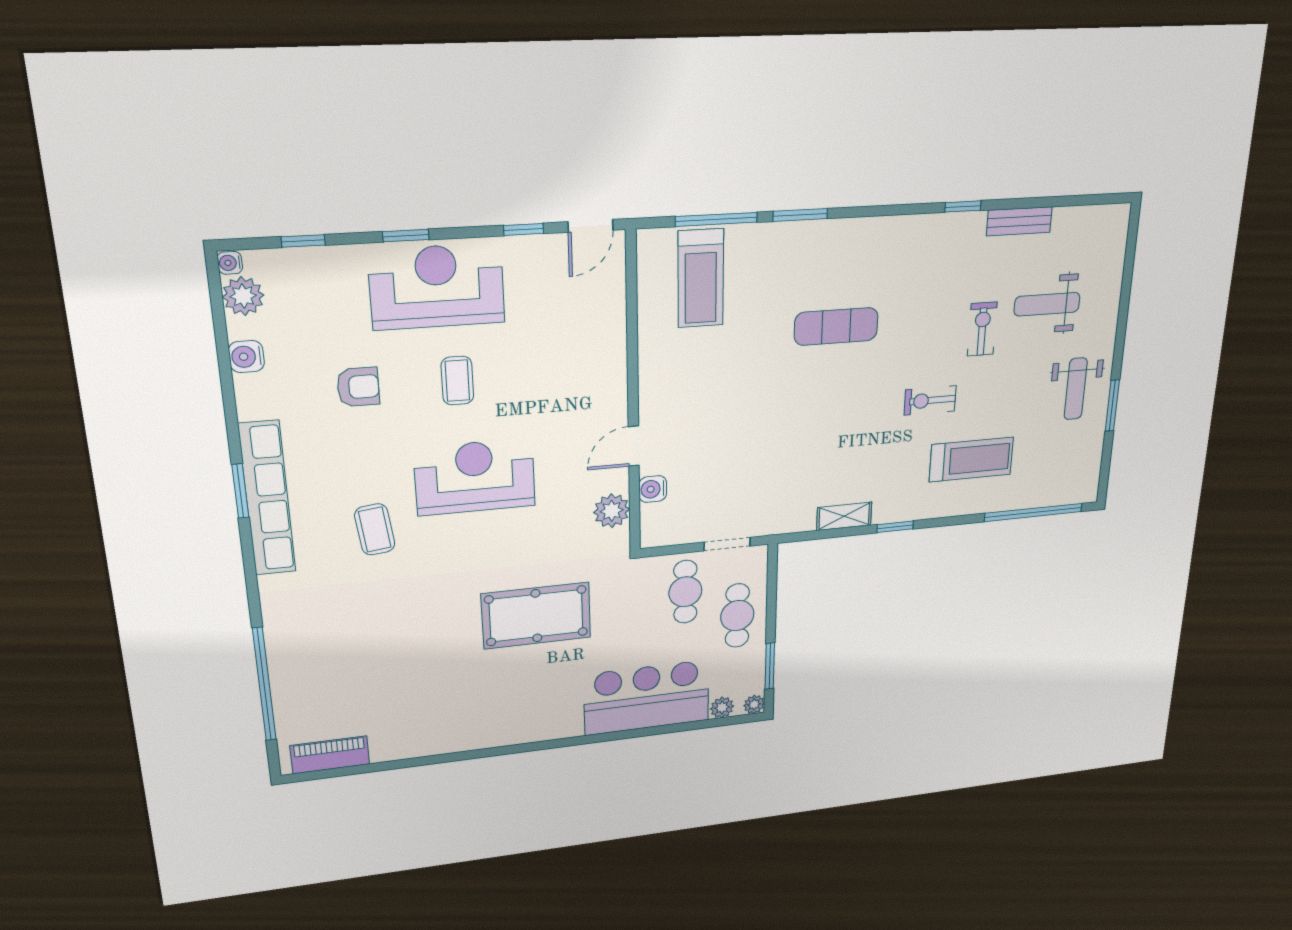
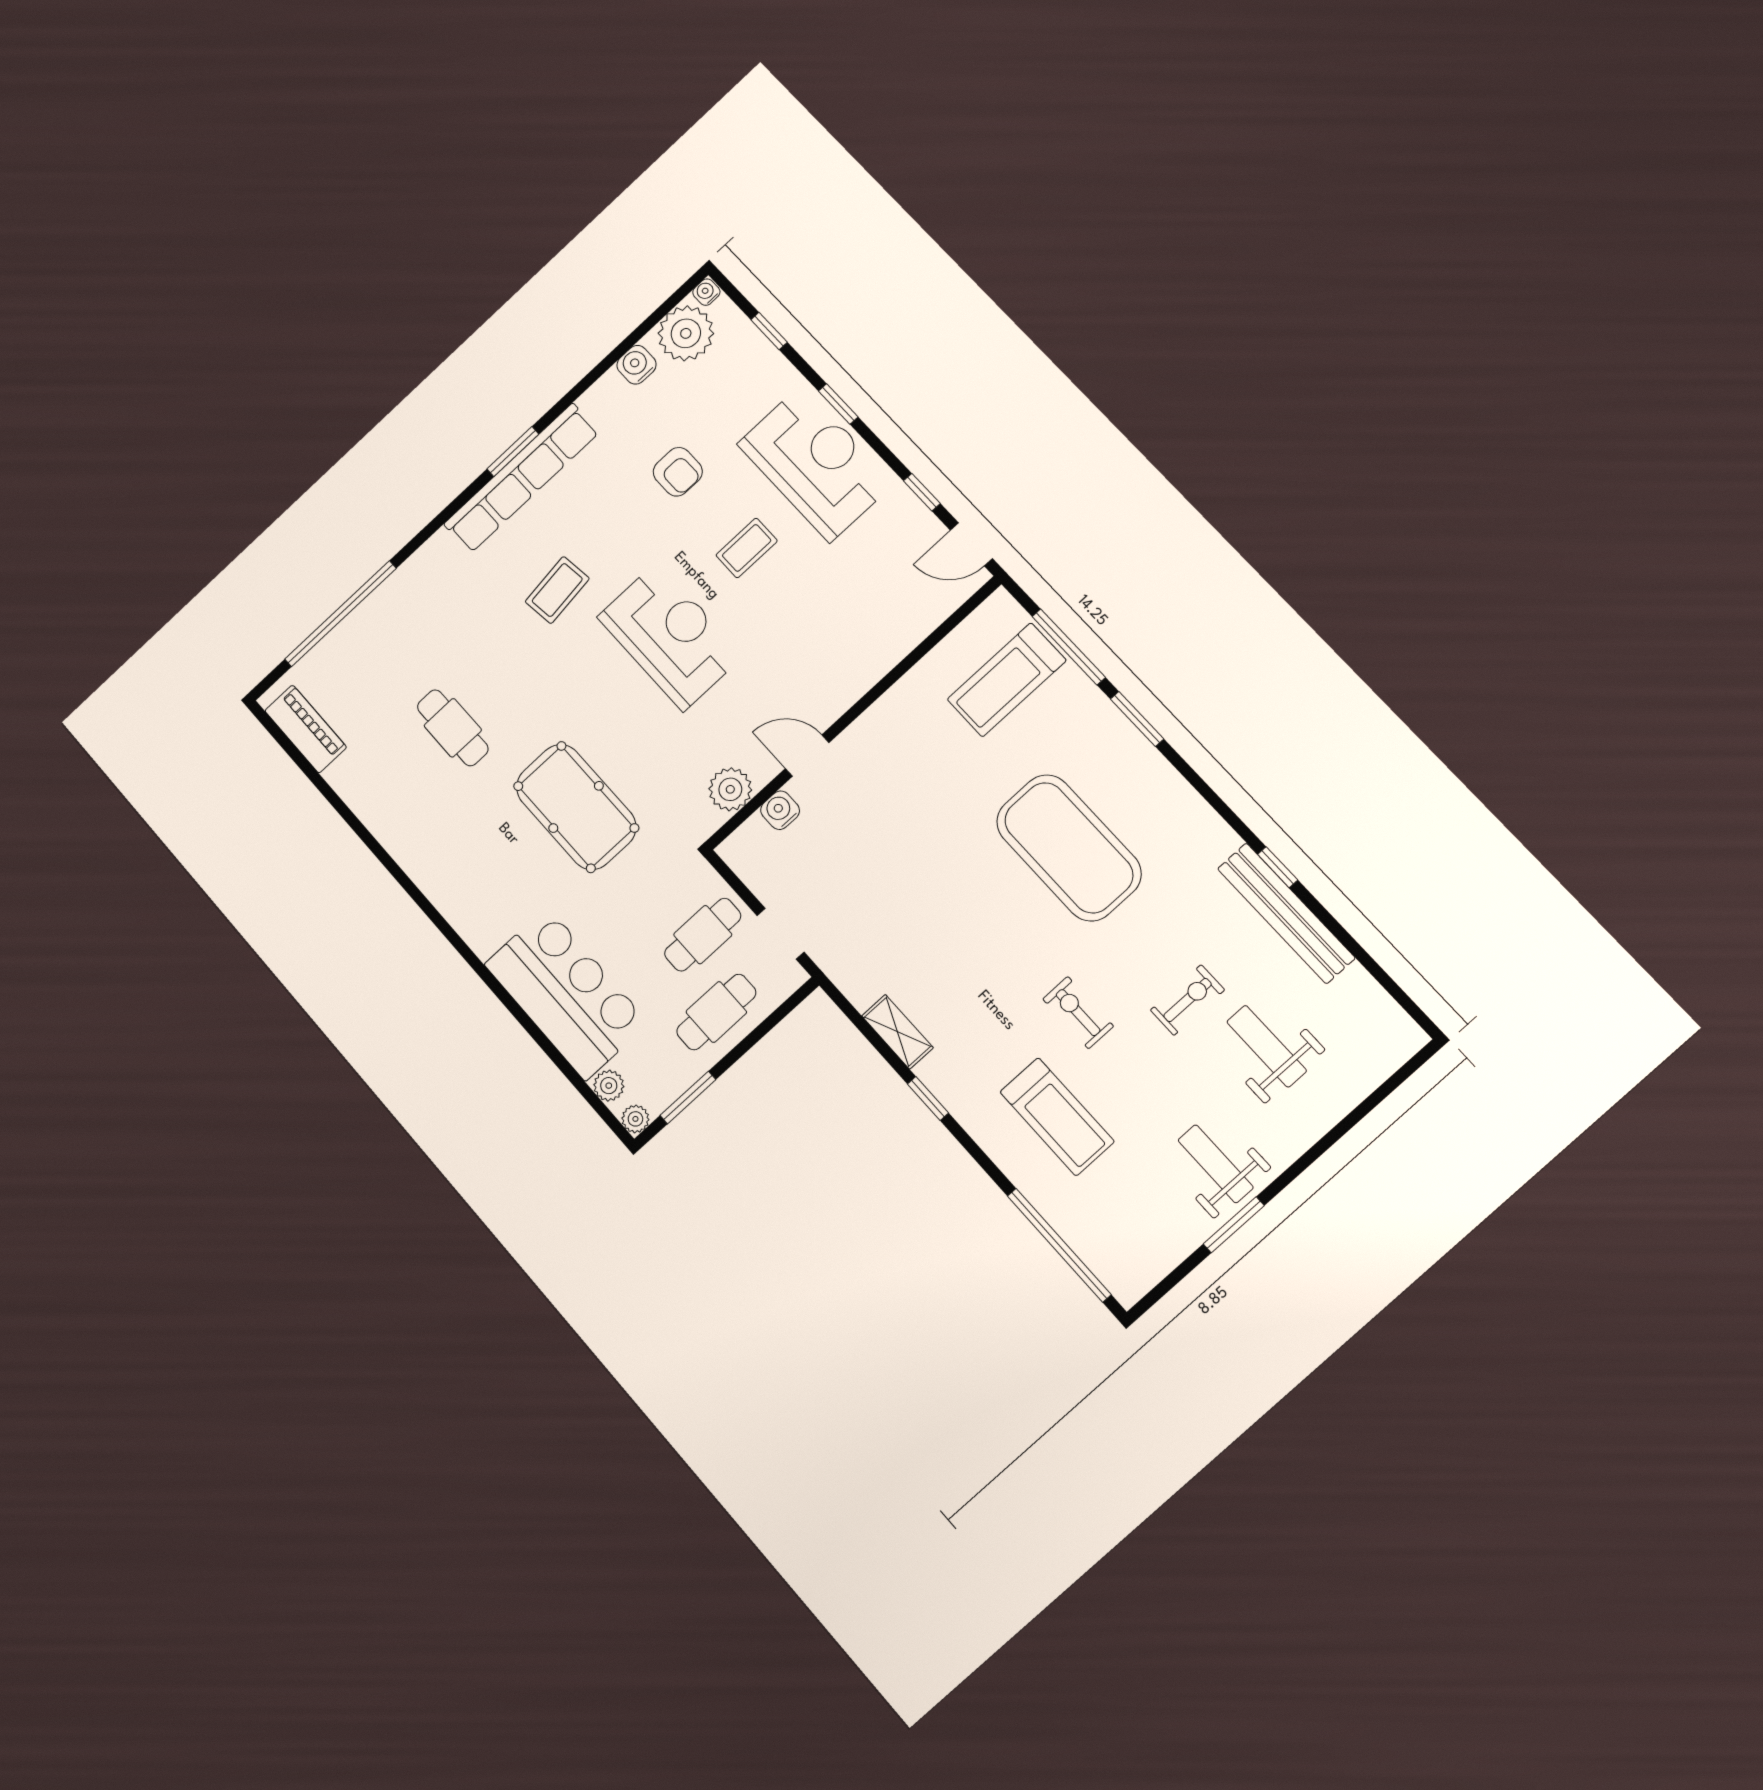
bench: (1019, 221) -> (1286, 913), width x1.86, depth x1.21
plant: (243, 296) -> (686, 333), width x1.36, depth x1.36
exercise mat: (836, 326) -> (1069, 848), width x2.00, depth x1.45
weight bench: (1076, 389) -> (1216, 1164), turned 90
cafe table: (413, 660) -> (453, 728), added

